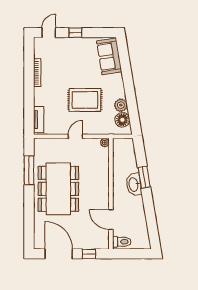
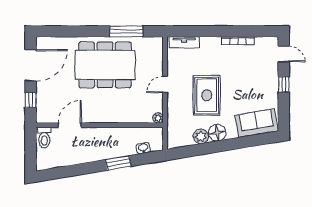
floor lamp: (122, 120) -> (217, 133), moved
door: (75, 136) -> (165, 84), swing flipped
washbasin: (134, 184) -> (143, 148), moved, width x0.52, depth x0.69

